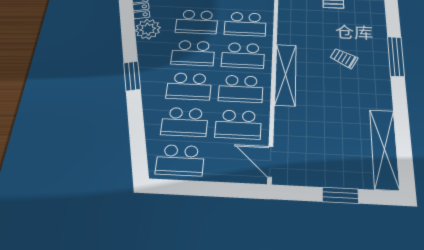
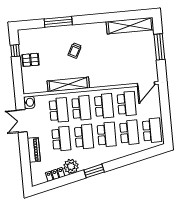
window: (396, 56) -> (58, 22), moved
shelving: (286, 75) -> (68, 84), moved
window: (132, 76) -> (94, 171), moved
window: (340, 195) -> (159, 47), width x1.44

